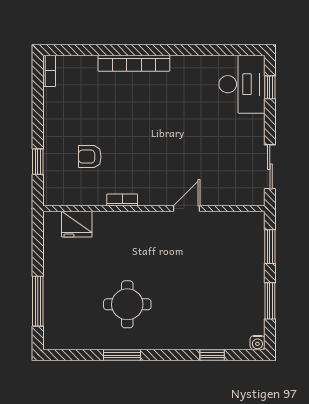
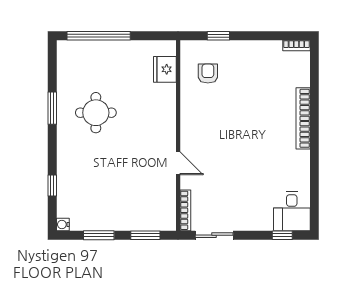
desk: (242, 84) -> (292, 211), width x0.73
armchair: (90, 157) -> (208, 74), moved
bookcase: (122, 200) -> (185, 210), moved, width x1.56
window: (38, 301) -> (99, 36), width x1.46

